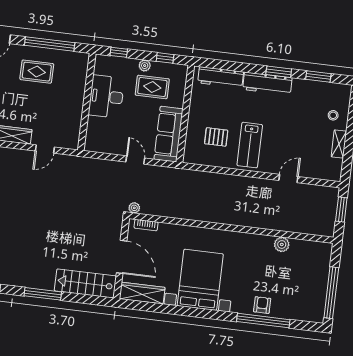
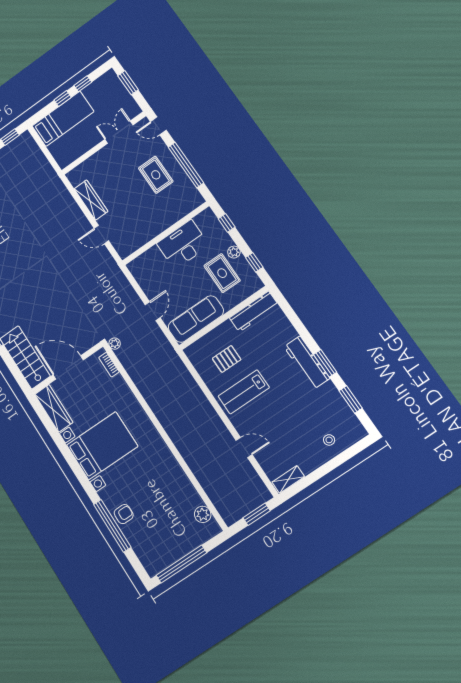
workbench: (221, 77) -> (254, 311), moved, turned -90
pallet: (216, 137) -> (227, 359), turned 90
shelving: (339, 144) -> (288, 479), moved
plant: (282, 244) -> (203, 514), moved
door: (122, 257) -> (68, 367), swing flipped

